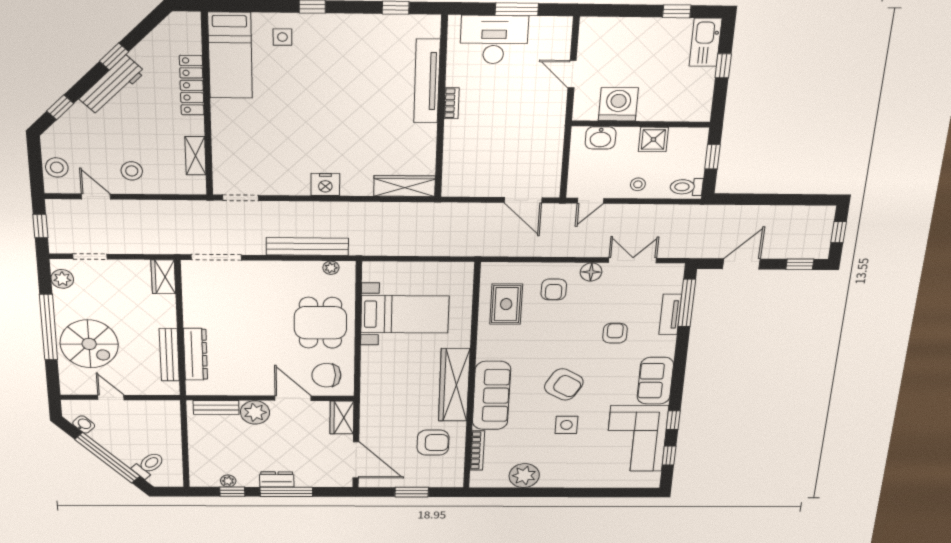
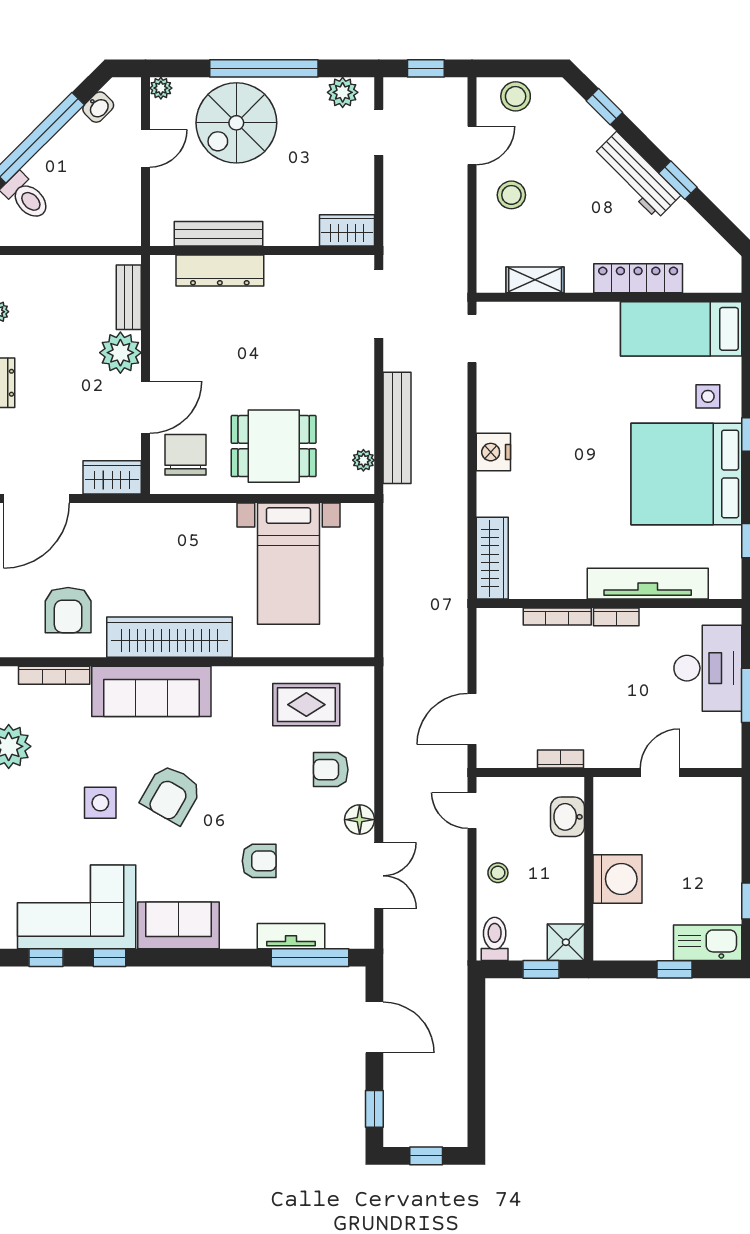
bed: (343, 53) -> (686, 474), added
washing machine: (618, 104) -> (617, 879), moved
shower: (653, 140) -> (566, 942), moved
bookcase: (557, 142) -> (560, 759), added
bookcase: (450, 143) -> (557, 616), added
plant: (68, 388) -> (161, 88), added

